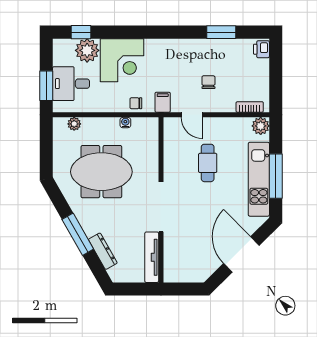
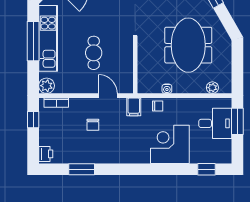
plant: (87, 50) -> (201, 153), removed
window: (276, 88) -> (33, 120), added
meeting table: (101, 172) -> (188, 45), turned 90

